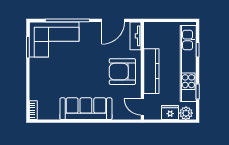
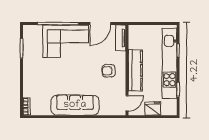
corner sofa: (54, 40) -> (66, 41), moved
armchair: (122, 72) -> (109, 71), width x0.53, depth x0.53
door: (142, 107) -> (127, 103), swing flipped
plant: (186, 113) -> (167, 109), removed

